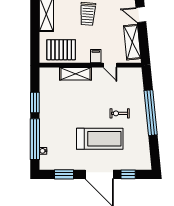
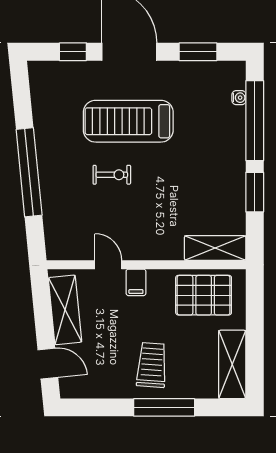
shelving: (75, 74) -> (215, 248), moved
exercise bike: (120, 113) -> (112, 175), moved

